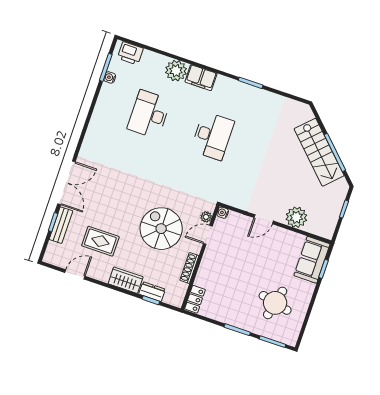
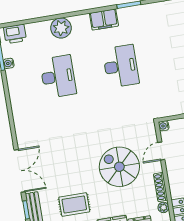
filing cabinet: (201, 78) -> (104, 20), moved
desk: (149, 114) -> (58, 77), turned 180
plant: (206, 217) -> (163, 207), moved

